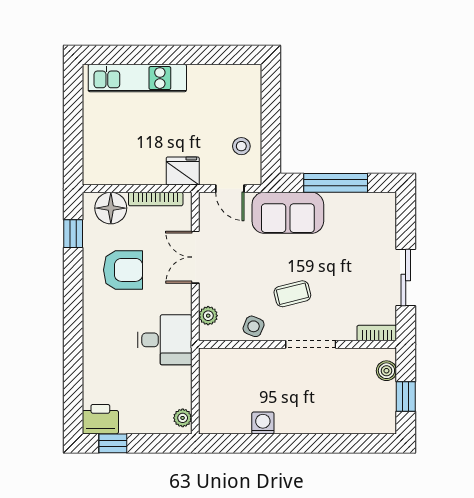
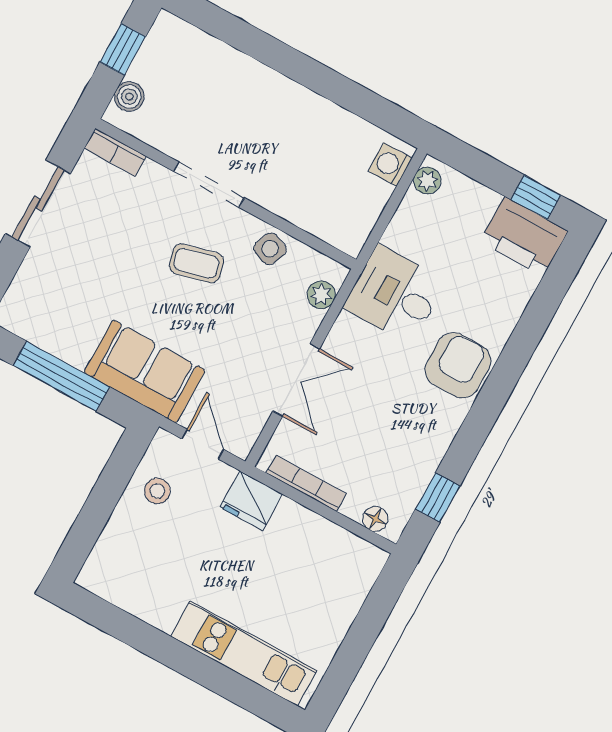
floor lamp: (111, 208) -> (375, 519), width x0.53, depth x0.53
armchair: (123, 270) -> (458, 365), moved, turned 90
printer: (100, 419) -> (524, 236), width x1.37, depth x1.19
washing machine: (263, 423) -> (390, 165), moved, turned 90

